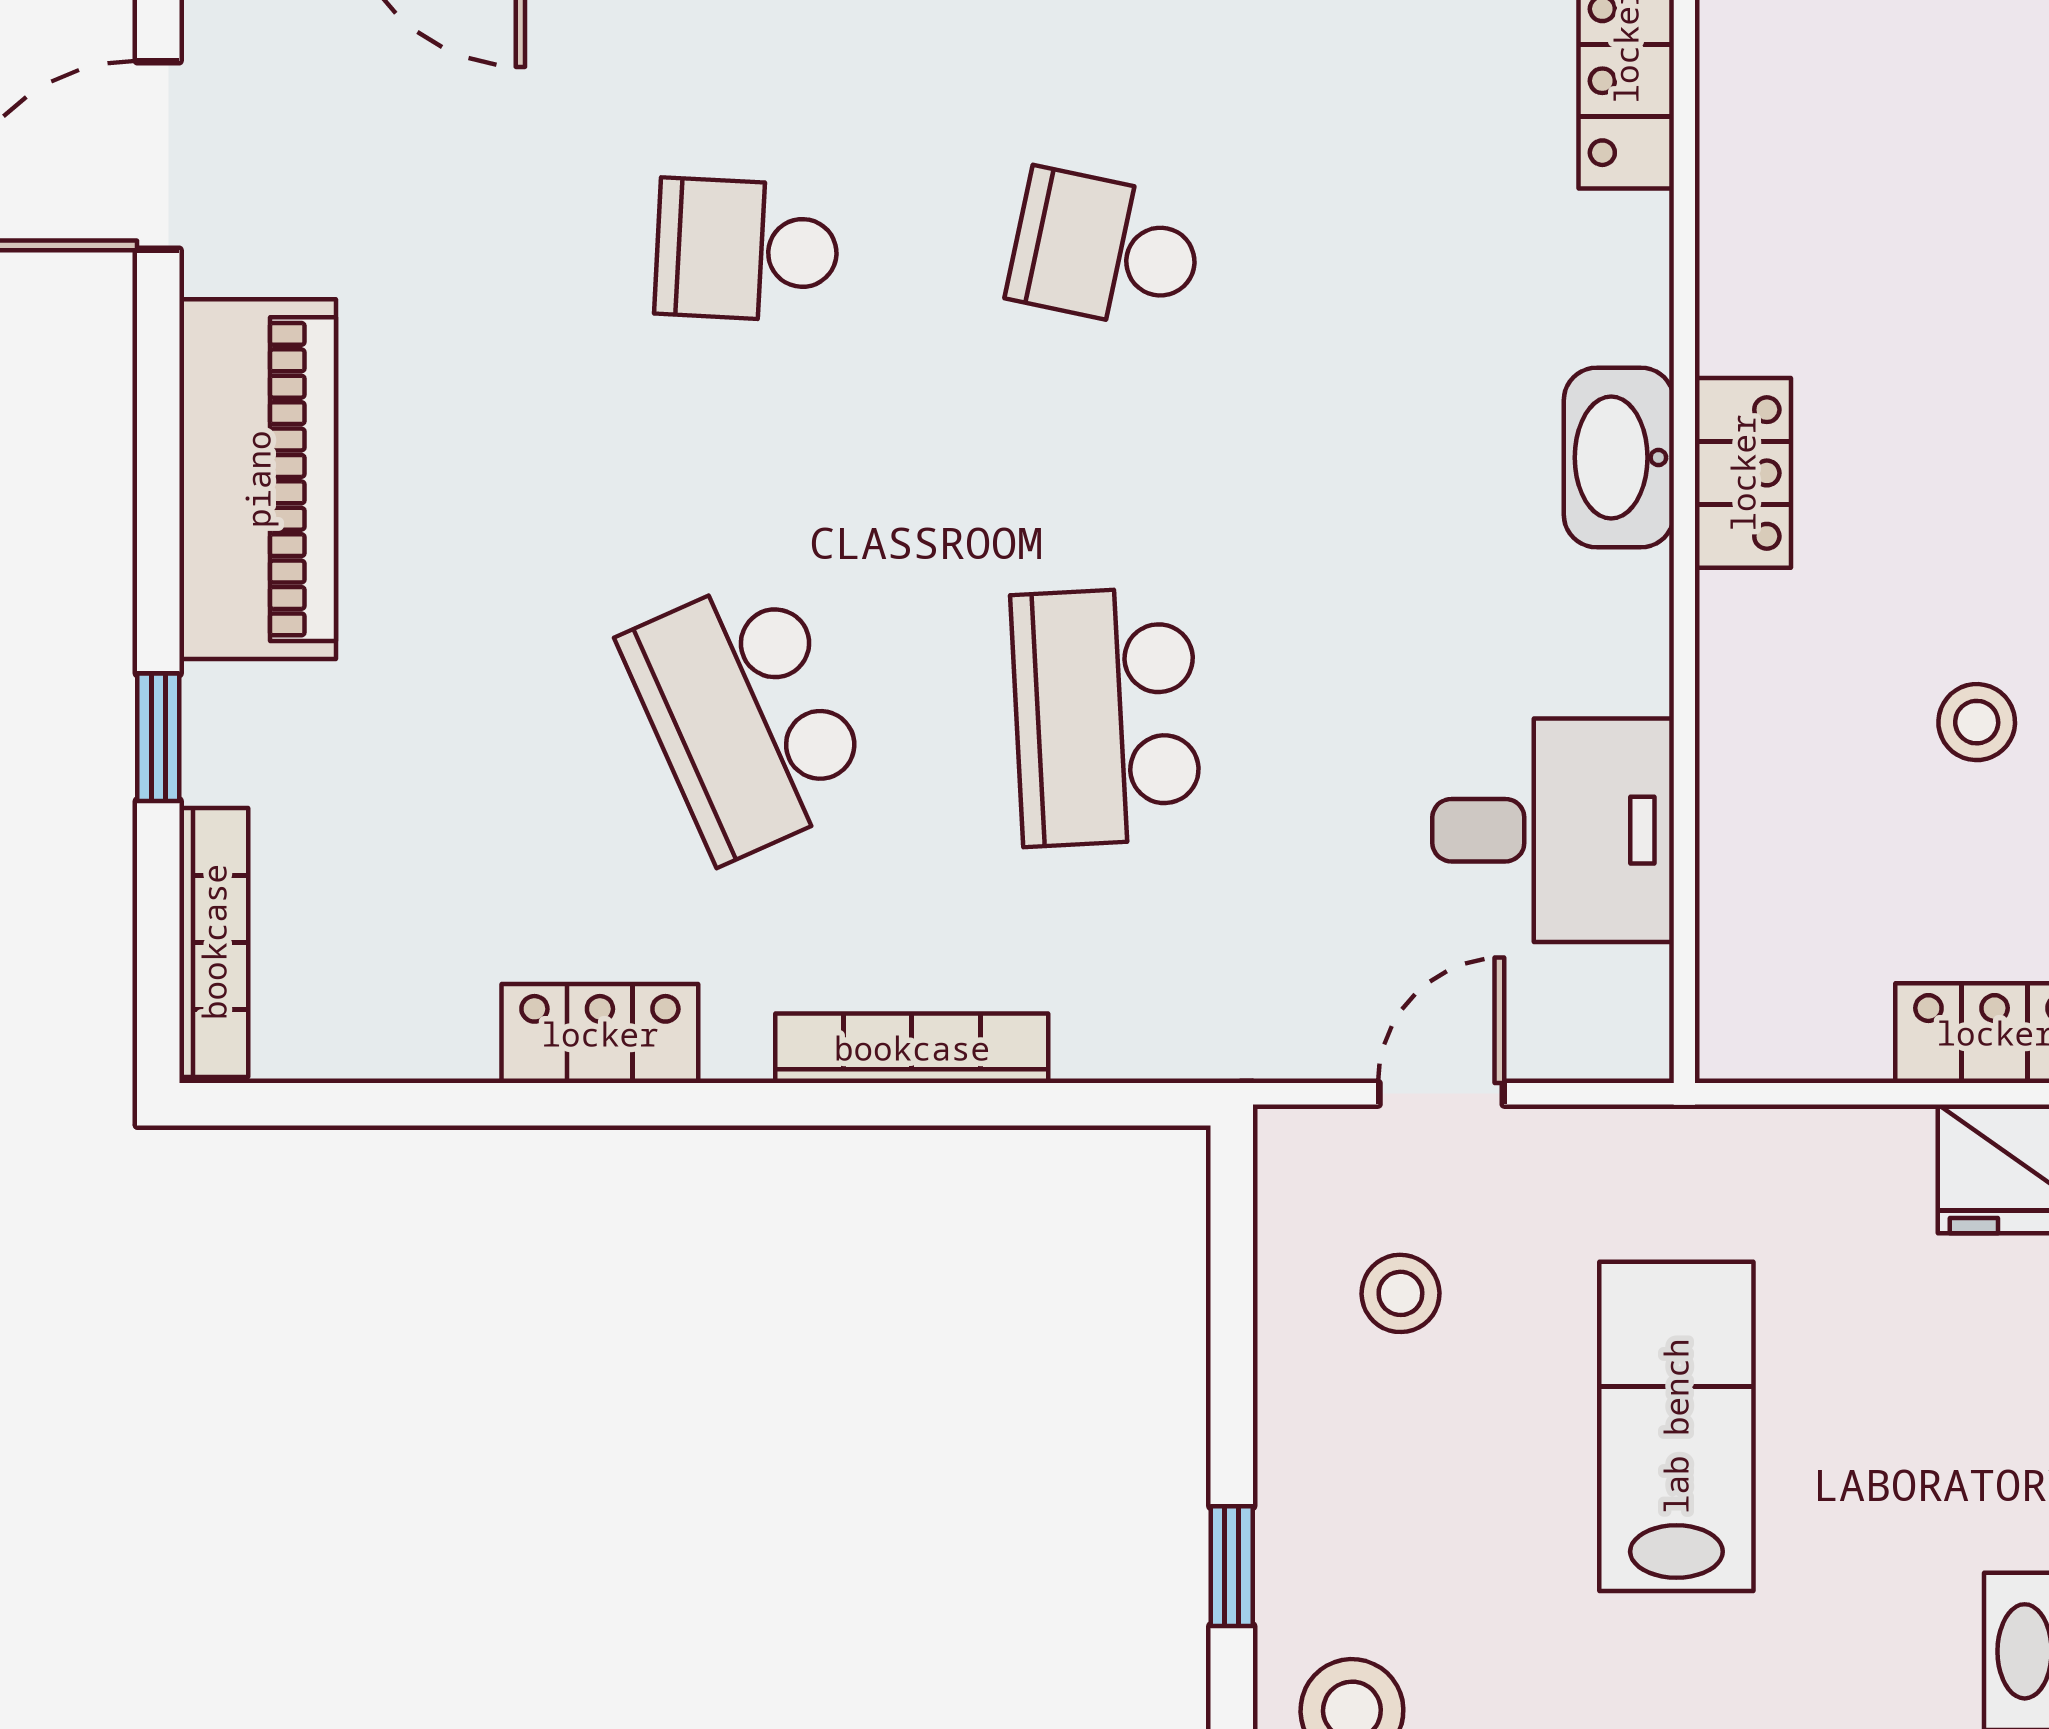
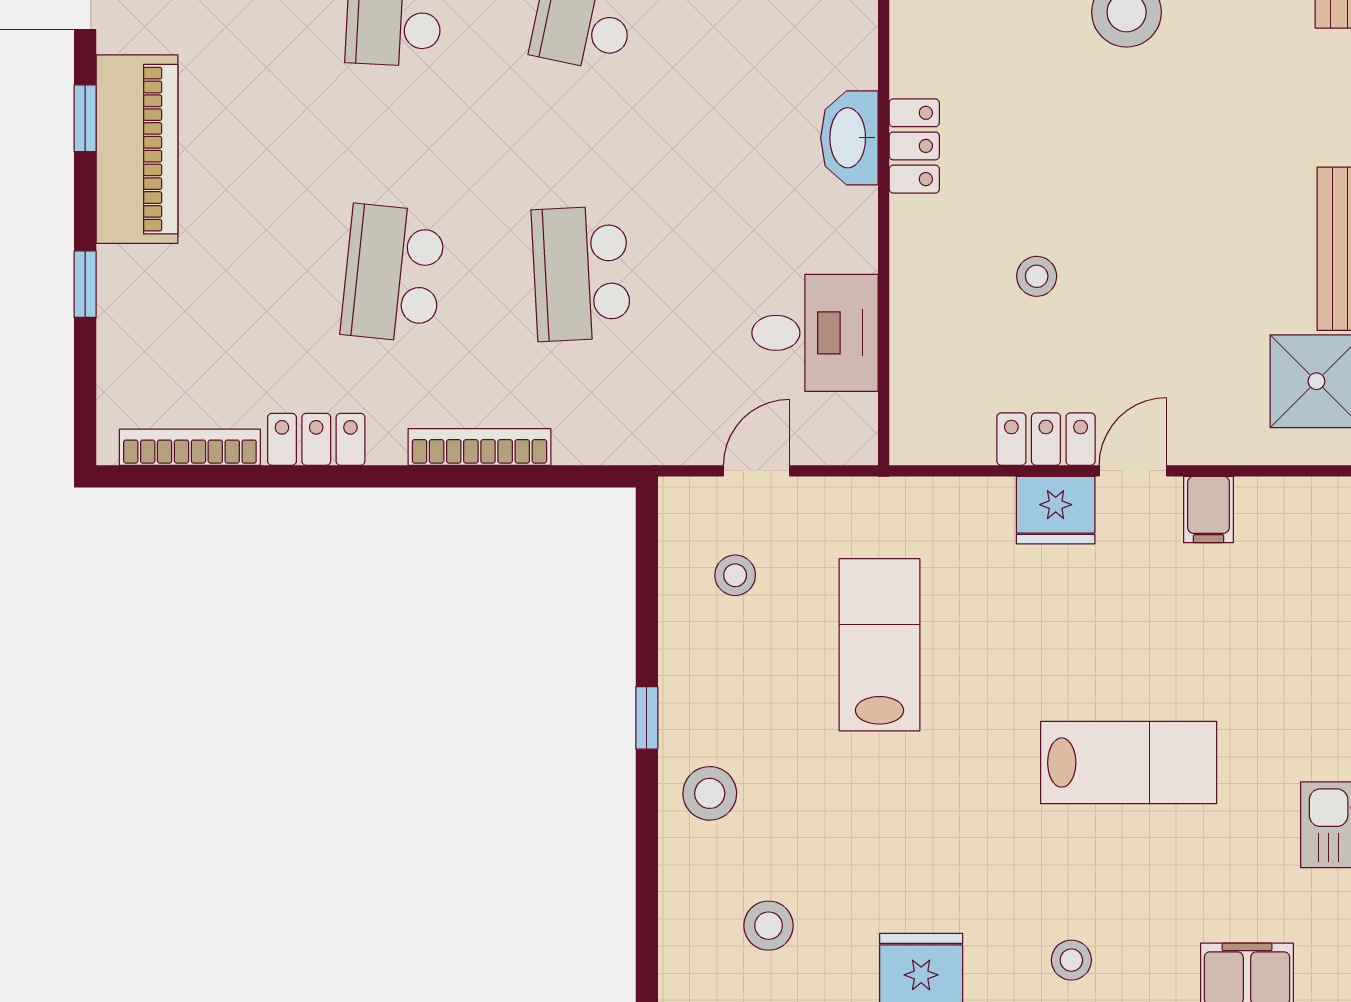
window: (158, 420) -> (85, 118), added
school desk: (747, 717) -> (393, 273), turned 30
bookcase: (214, 942) -> (190, 447), moved, turned -90

